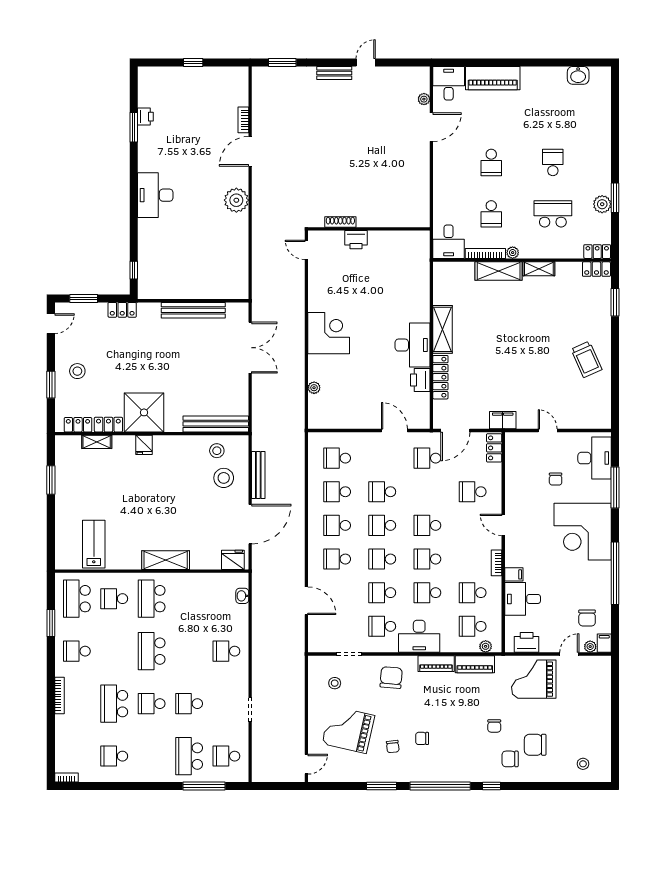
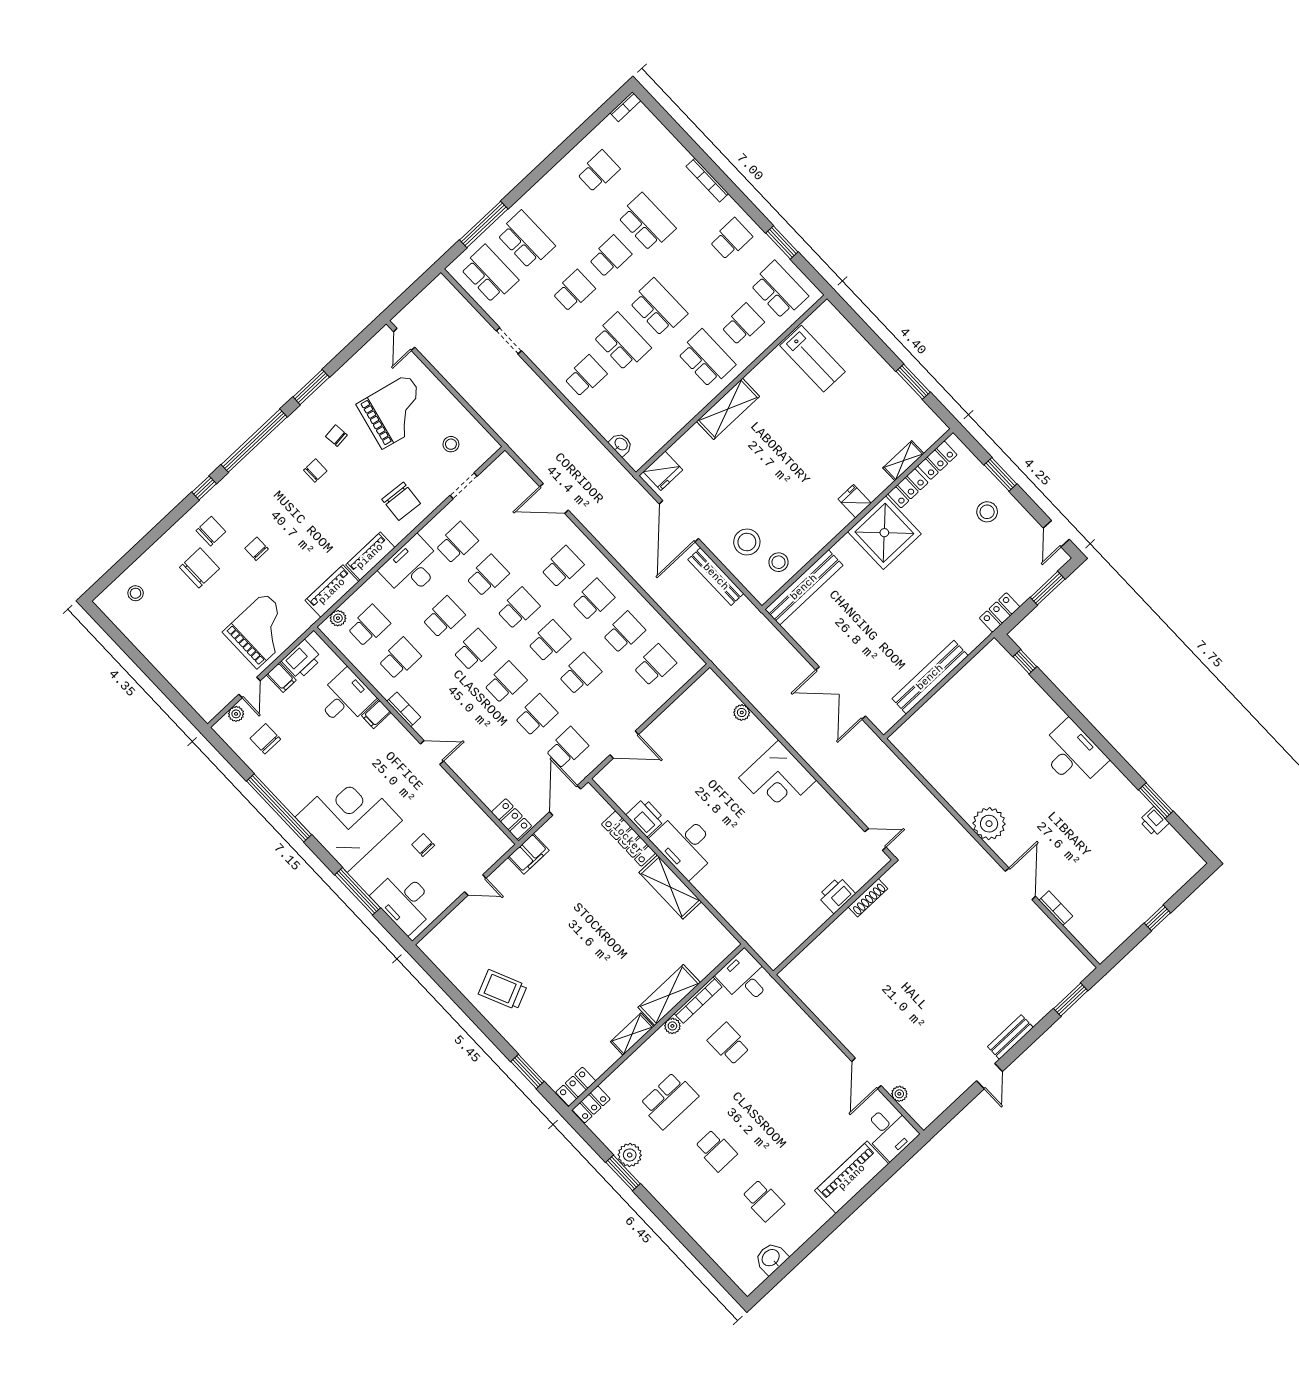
school desk: (491, 162) -> (763, 1200), moved, turned 180
school desk: (473, 492) -> (536, 715), moved
filing cabinet: (604, 643) -> (281, 677), moved
school desk: (189, 651) -> (622, 342), added
school desk: (226, 756) -> (489, 274), width x1.85

